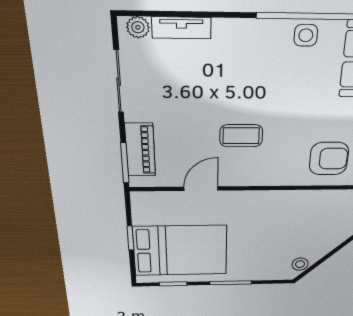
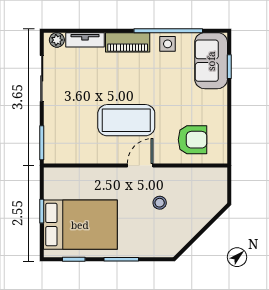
coffee table: (241, 136) -> (126, 120), width x1.86, depth x1.72
piano: (140, 150) -> (128, 42), moved, turned 90
door: (201, 189) -> (140, 166), moved
stool: (300, 264) -> (160, 203), moved

